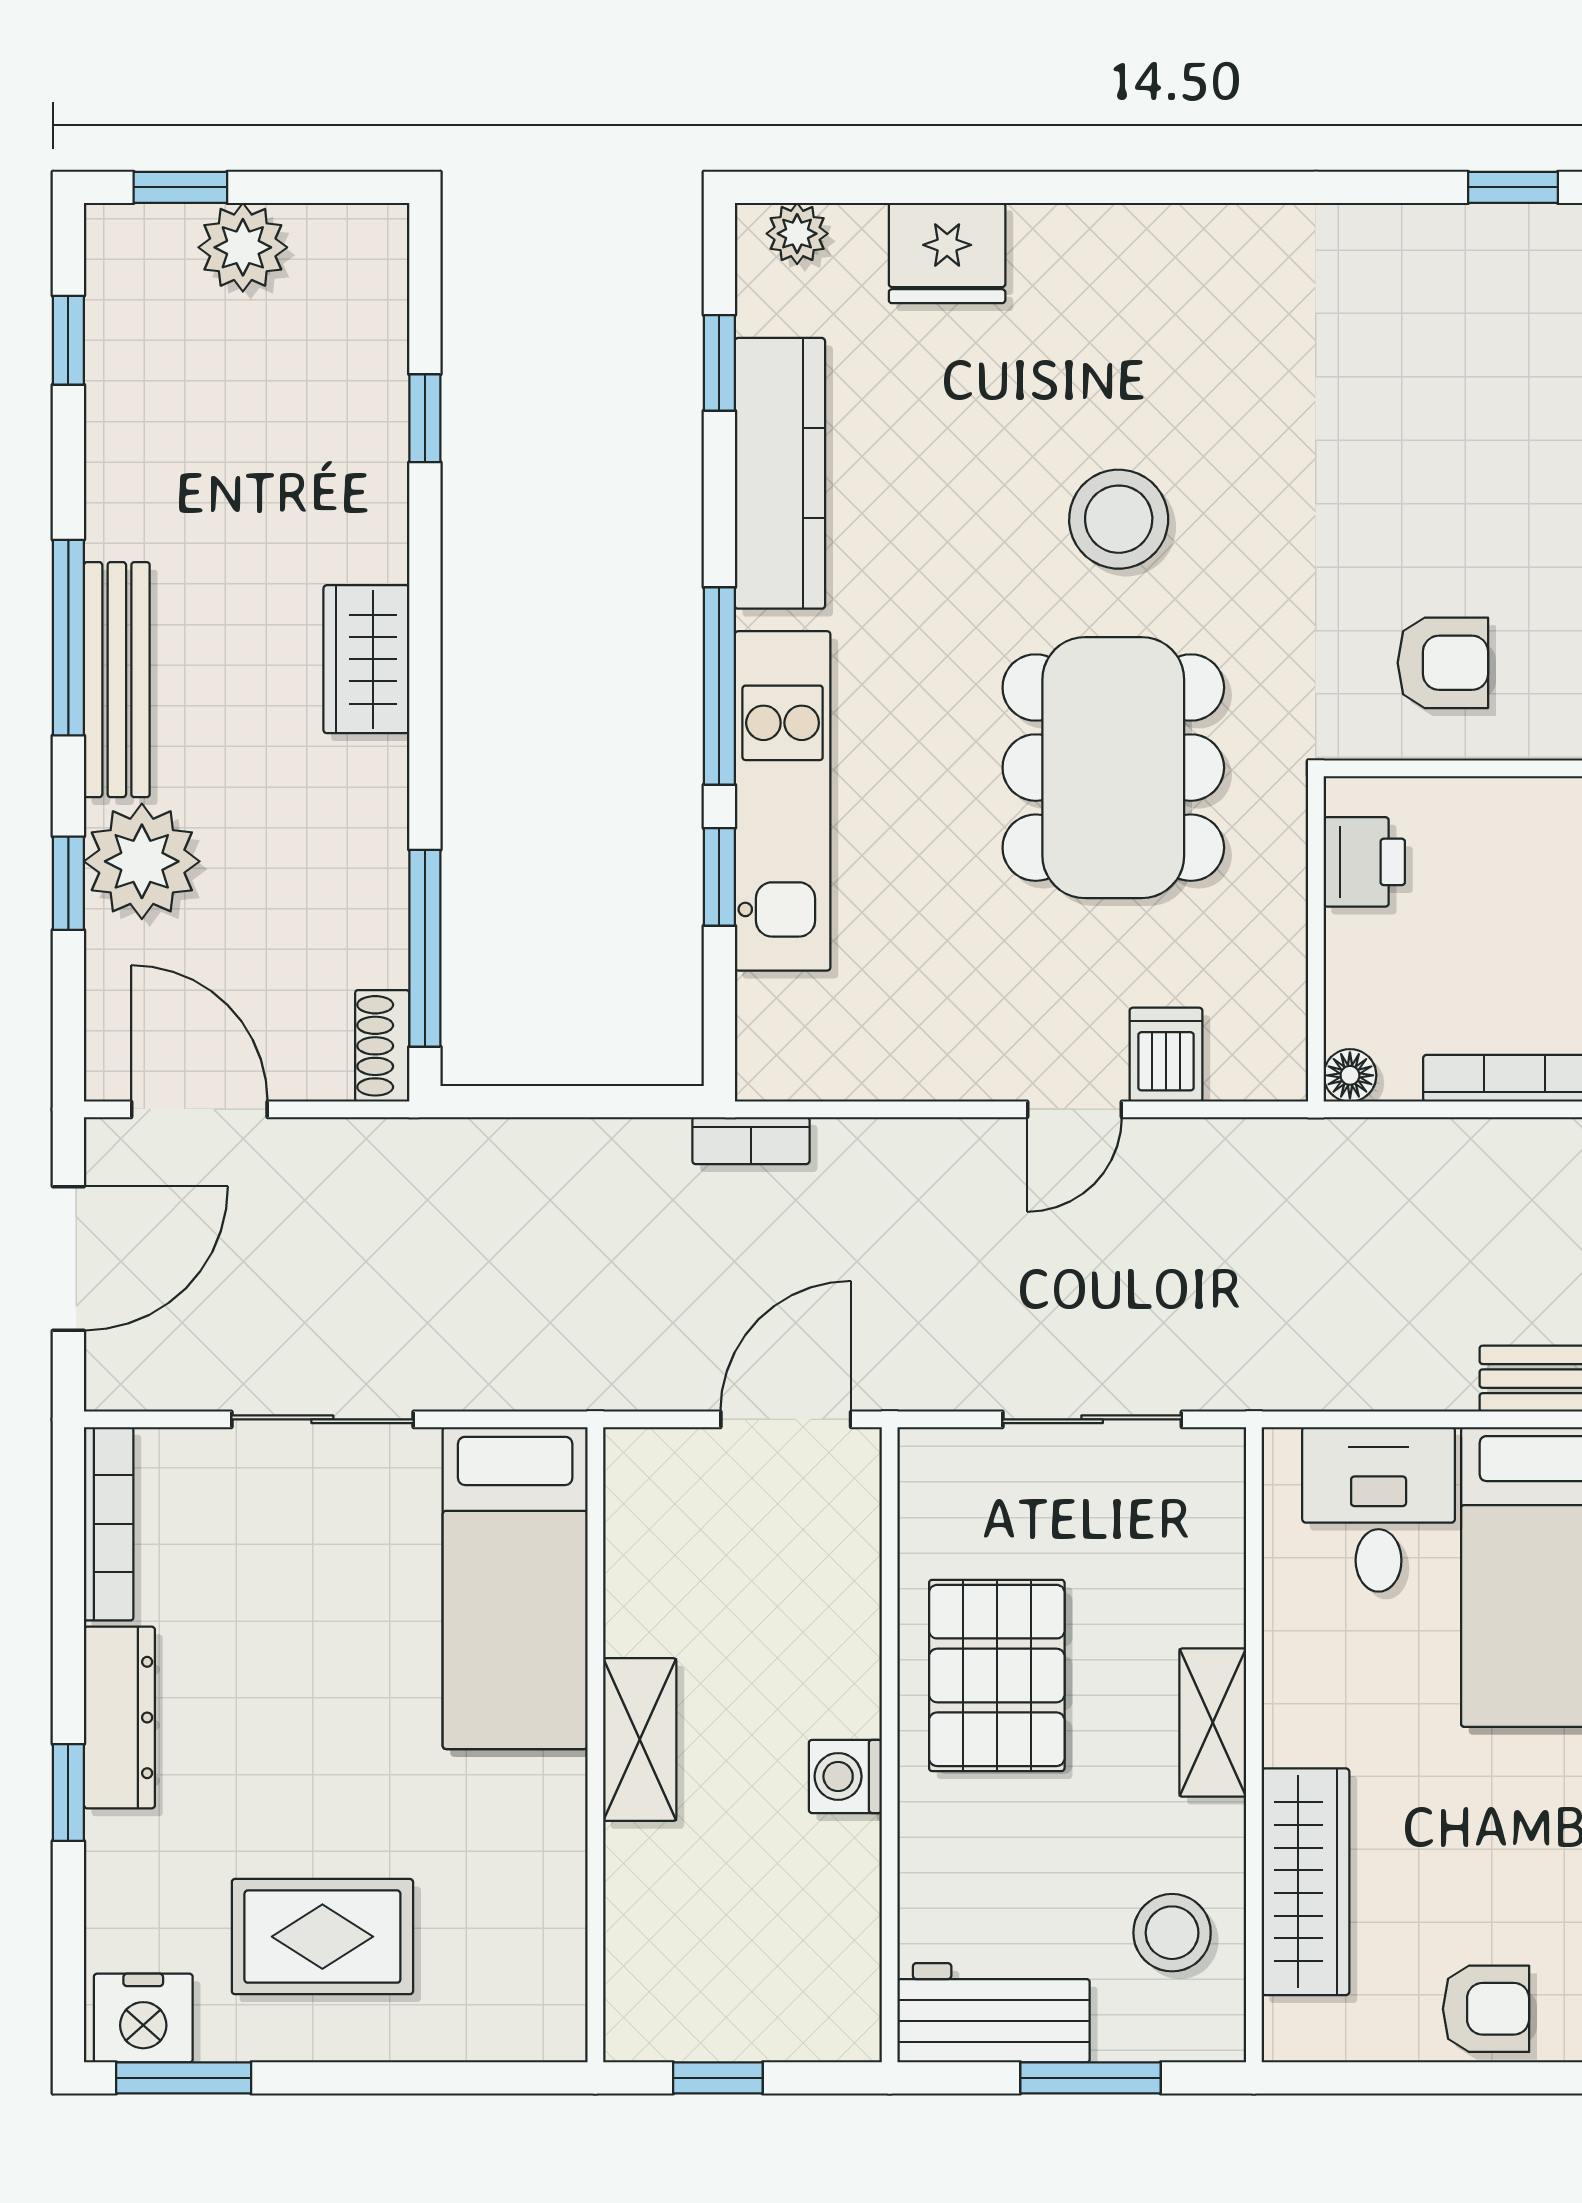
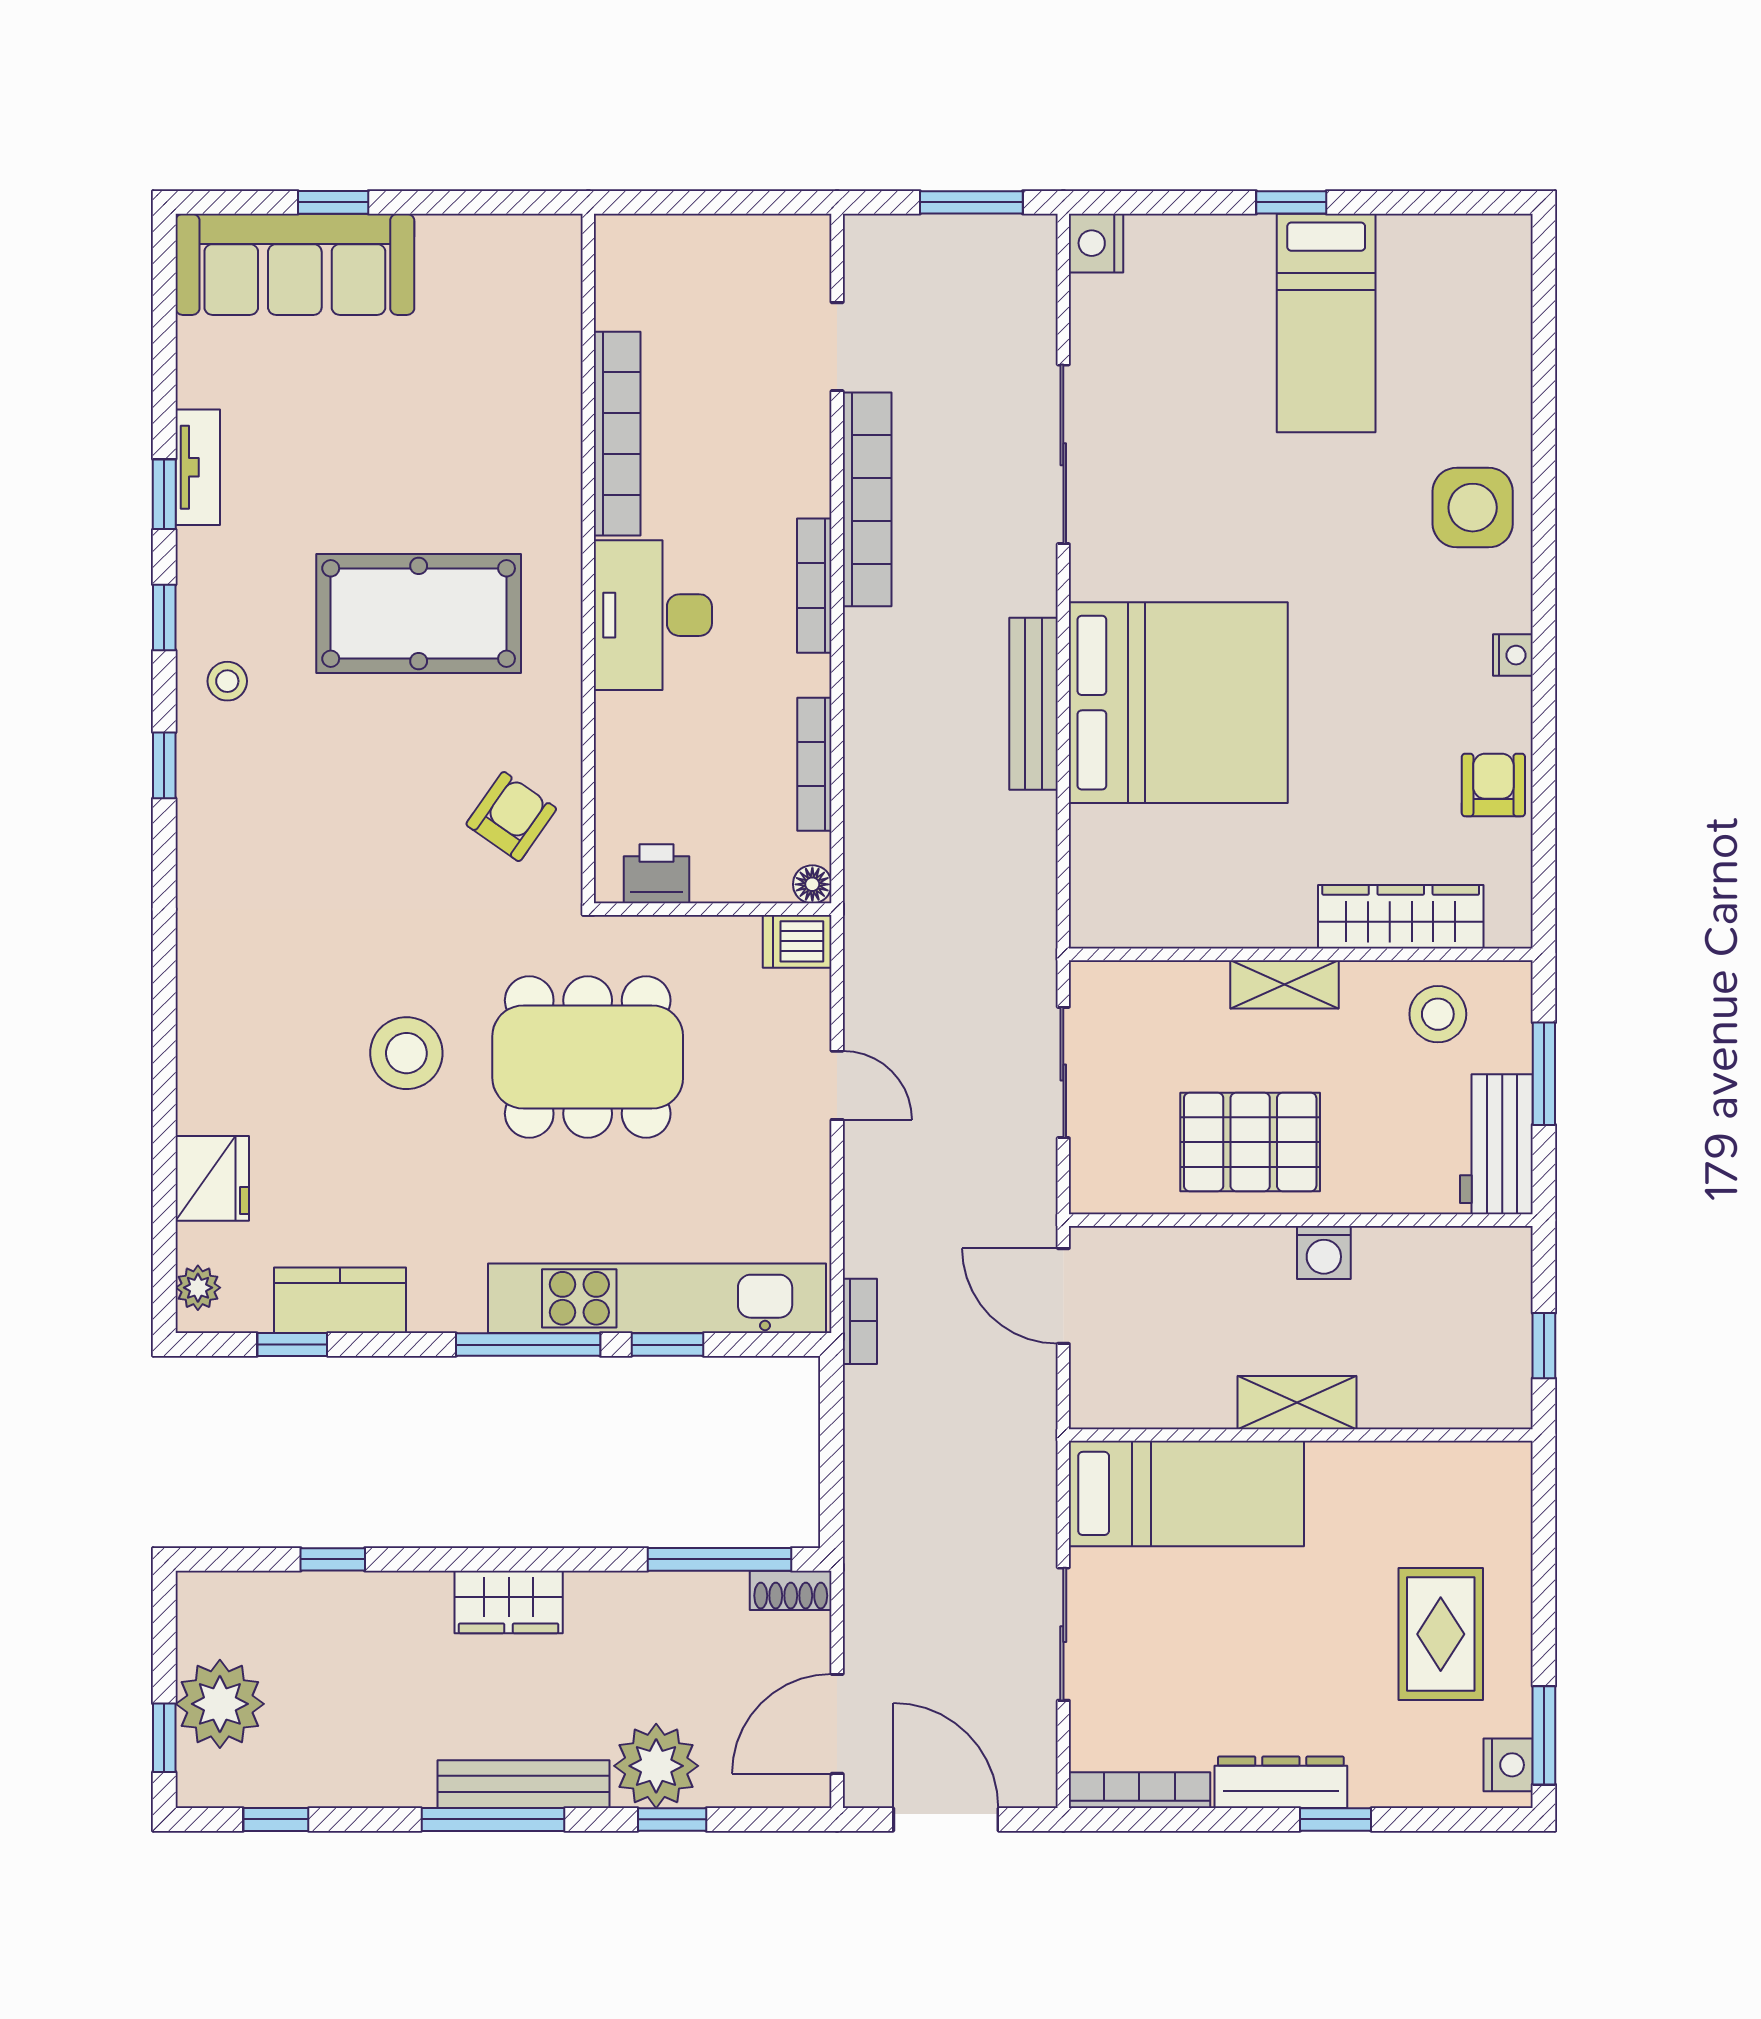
plant: (243, 247) -> (220, 1704), width x1.36, depth x1.36
kitchen counter: (780, 473) -> (340, 1300), width x0.67
armchair: (1443, 663) -> (511, 817), turned 35
kitchen unit: (783, 801) -> (657, 1298), width x1.36
dishwasher: (1166, 1055) -> (797, 941), moved
desk: (1379, 1509) -> (1129, 863), removed
nightstand: (143, 2018) -> (1508, 1765), width x0.74, depth x0.75

